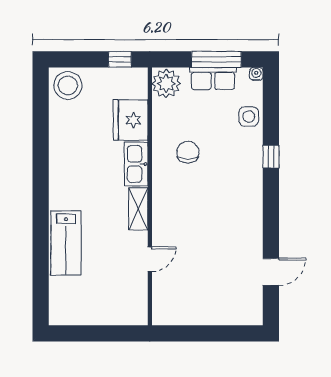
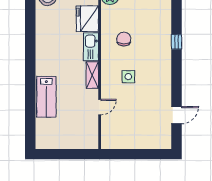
side table: (249, 116) -> (128, 77), moved

